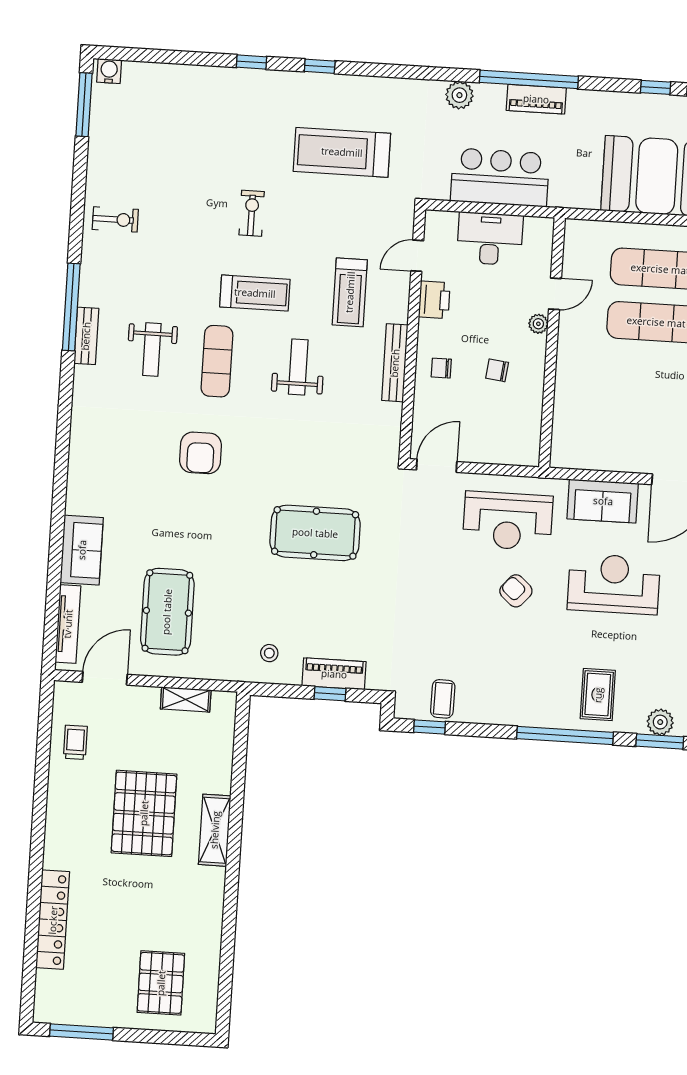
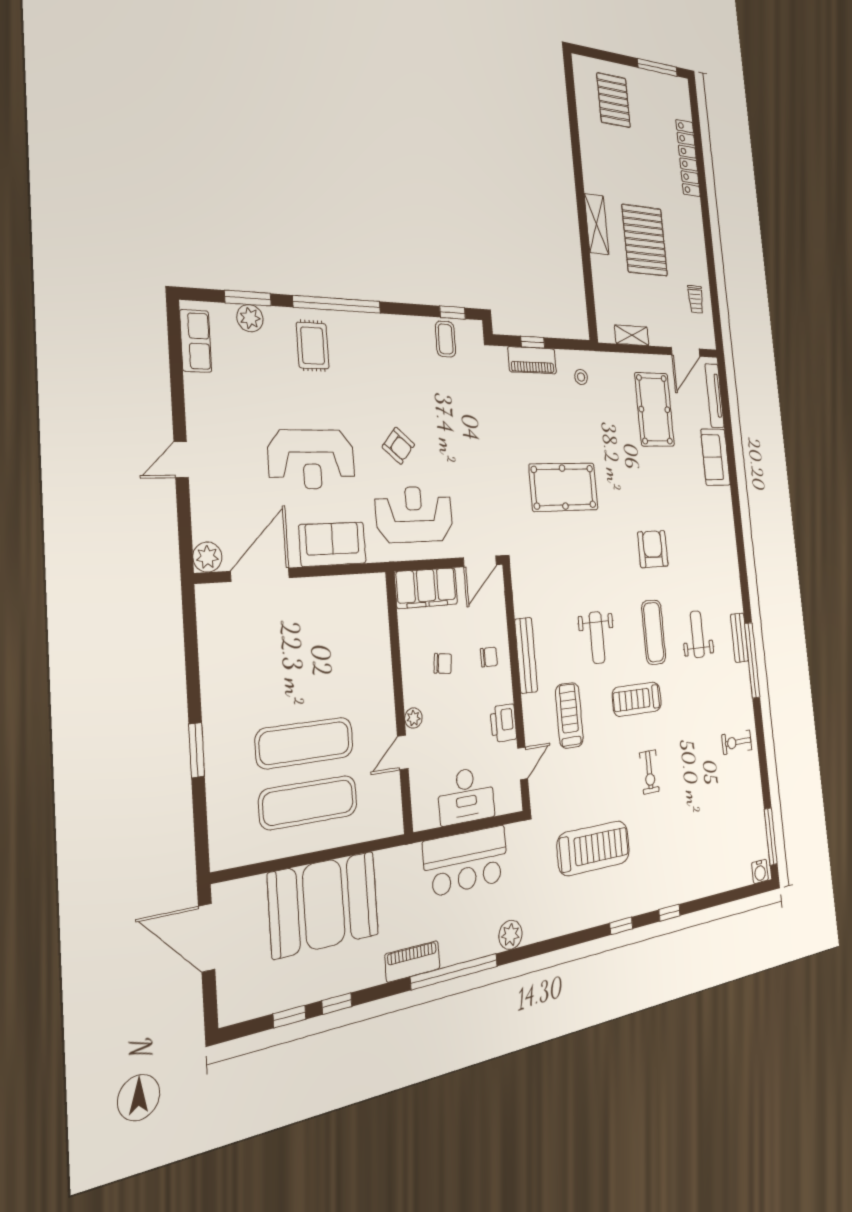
piano: (536, 99) -> (413, 961), moved
filing cabinet: (505, 447) -> (426, 588), added

